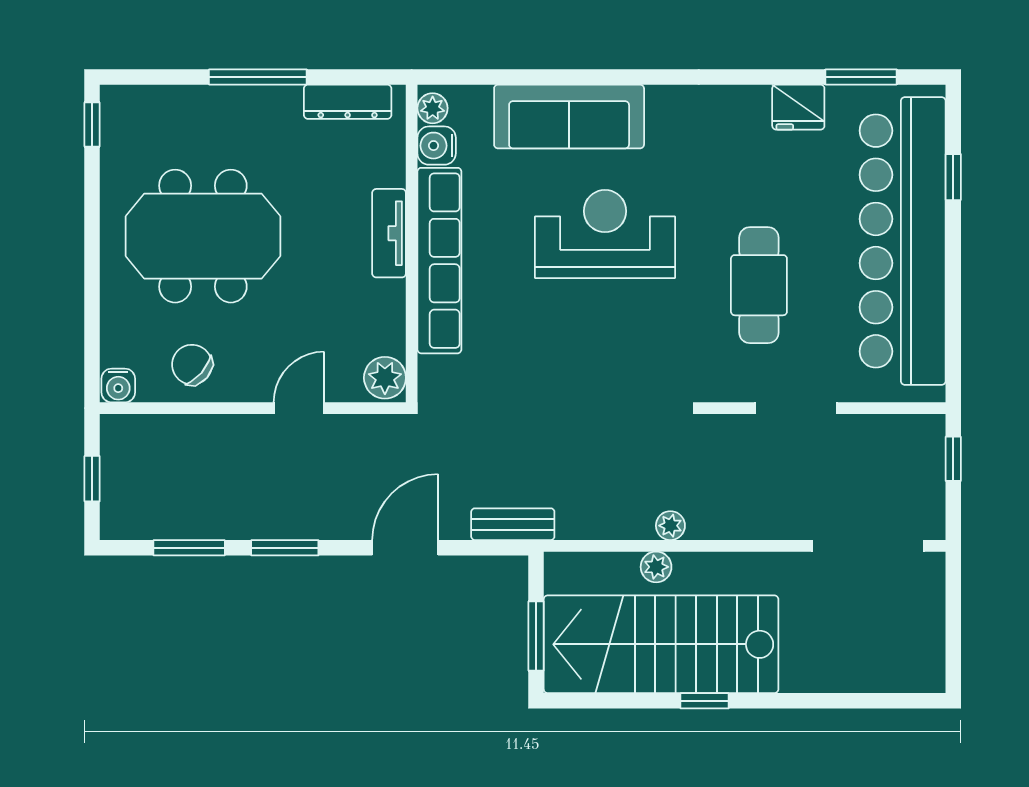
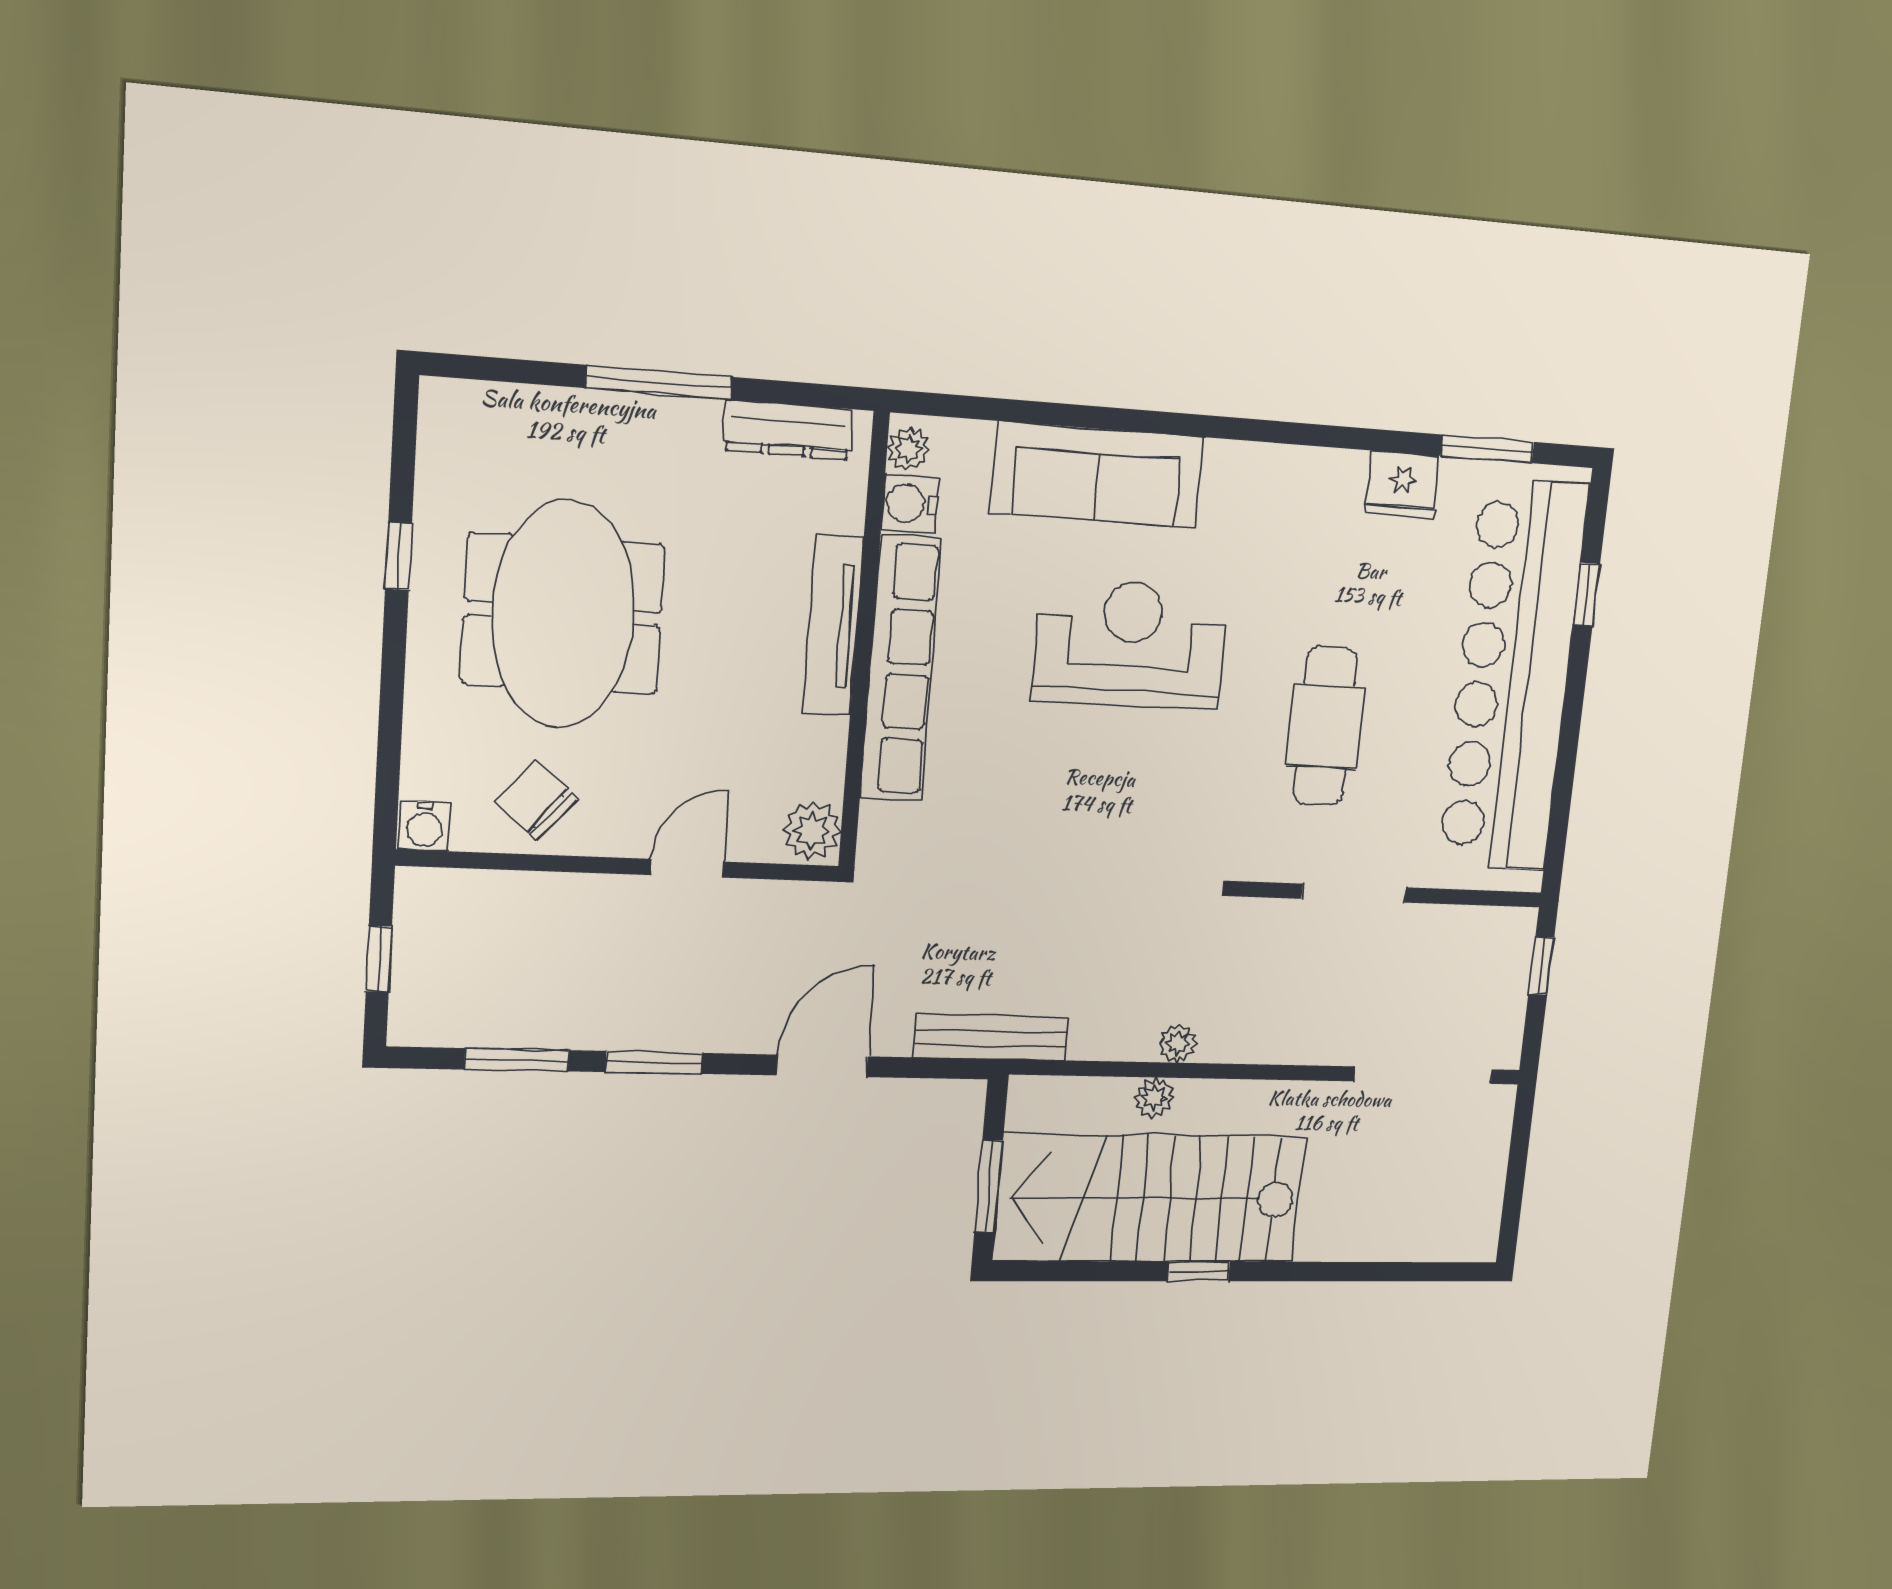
window: (92, 124) -> (398, 556), moved
tv unit: (389, 233) -> (833, 626), width x1.41
meeting table: (203, 236) -> (563, 614), turned 90
bench: (513, 524) -> (991, 1038), width x1.36

